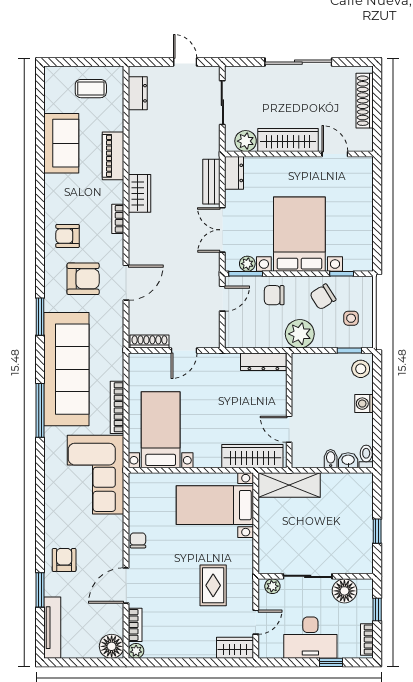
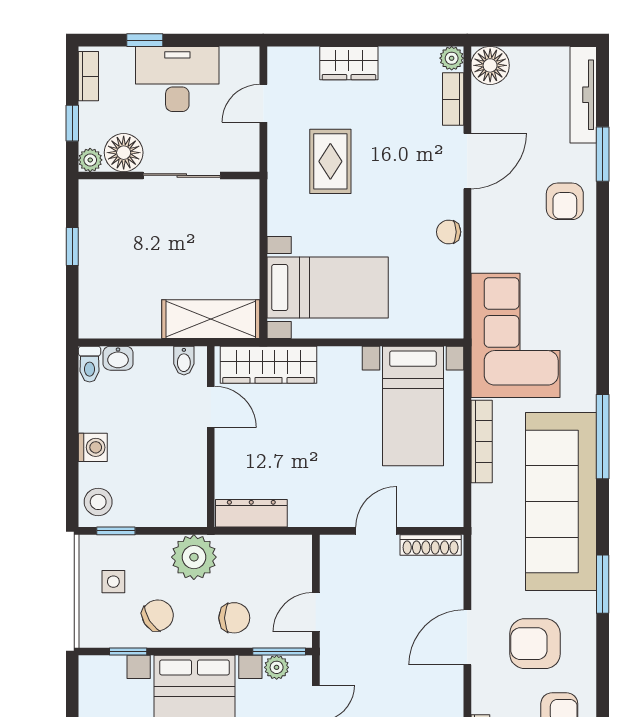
bidet: (331, 459) -> (184, 361), moved
chair: (138, 540) -> (449, 232), turned 90
plant: (272, 586) -> (90, 160), moved
wardrobe: (235, 648) -> (349, 63), moved

